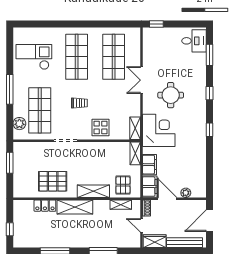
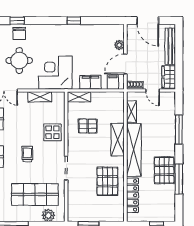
chair: (197, 95) -> (19, 34), added
shelving: (135, 128) -> (40, 97), moved
window: (210, 130) -> (74, 21), moved
pallet: (123, 185) -> (88, 126), moved
filing cabinet: (150, 187) -> (113, 82), width x0.50
locker: (45, 206) -> (132, 195), width x1.53
shelving: (75, 207) -> (134, 150), width x1.47
door: (141, 225) -> (153, 90), hinge flipped
pallet: (63, 237) -> (164, 170), added

